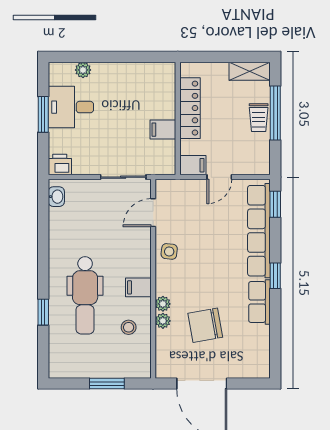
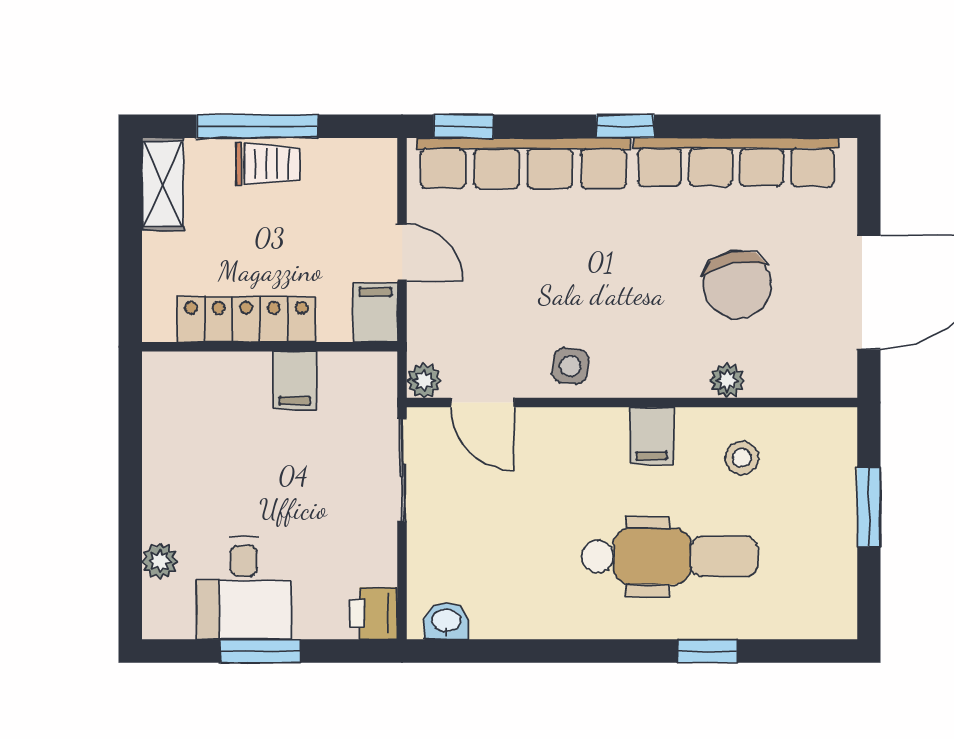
row of seats: (259, 302) -> (736, 162), width x2.02
plant: (163, 304) -> (424, 381), moved

